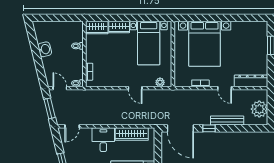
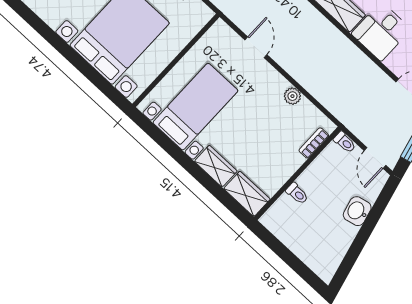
washbasin: (45, 49) -> (357, 211), moved
plant: (160, 82) -> (292, 96), moved
door: (135, 88) -> (256, 47), moved

